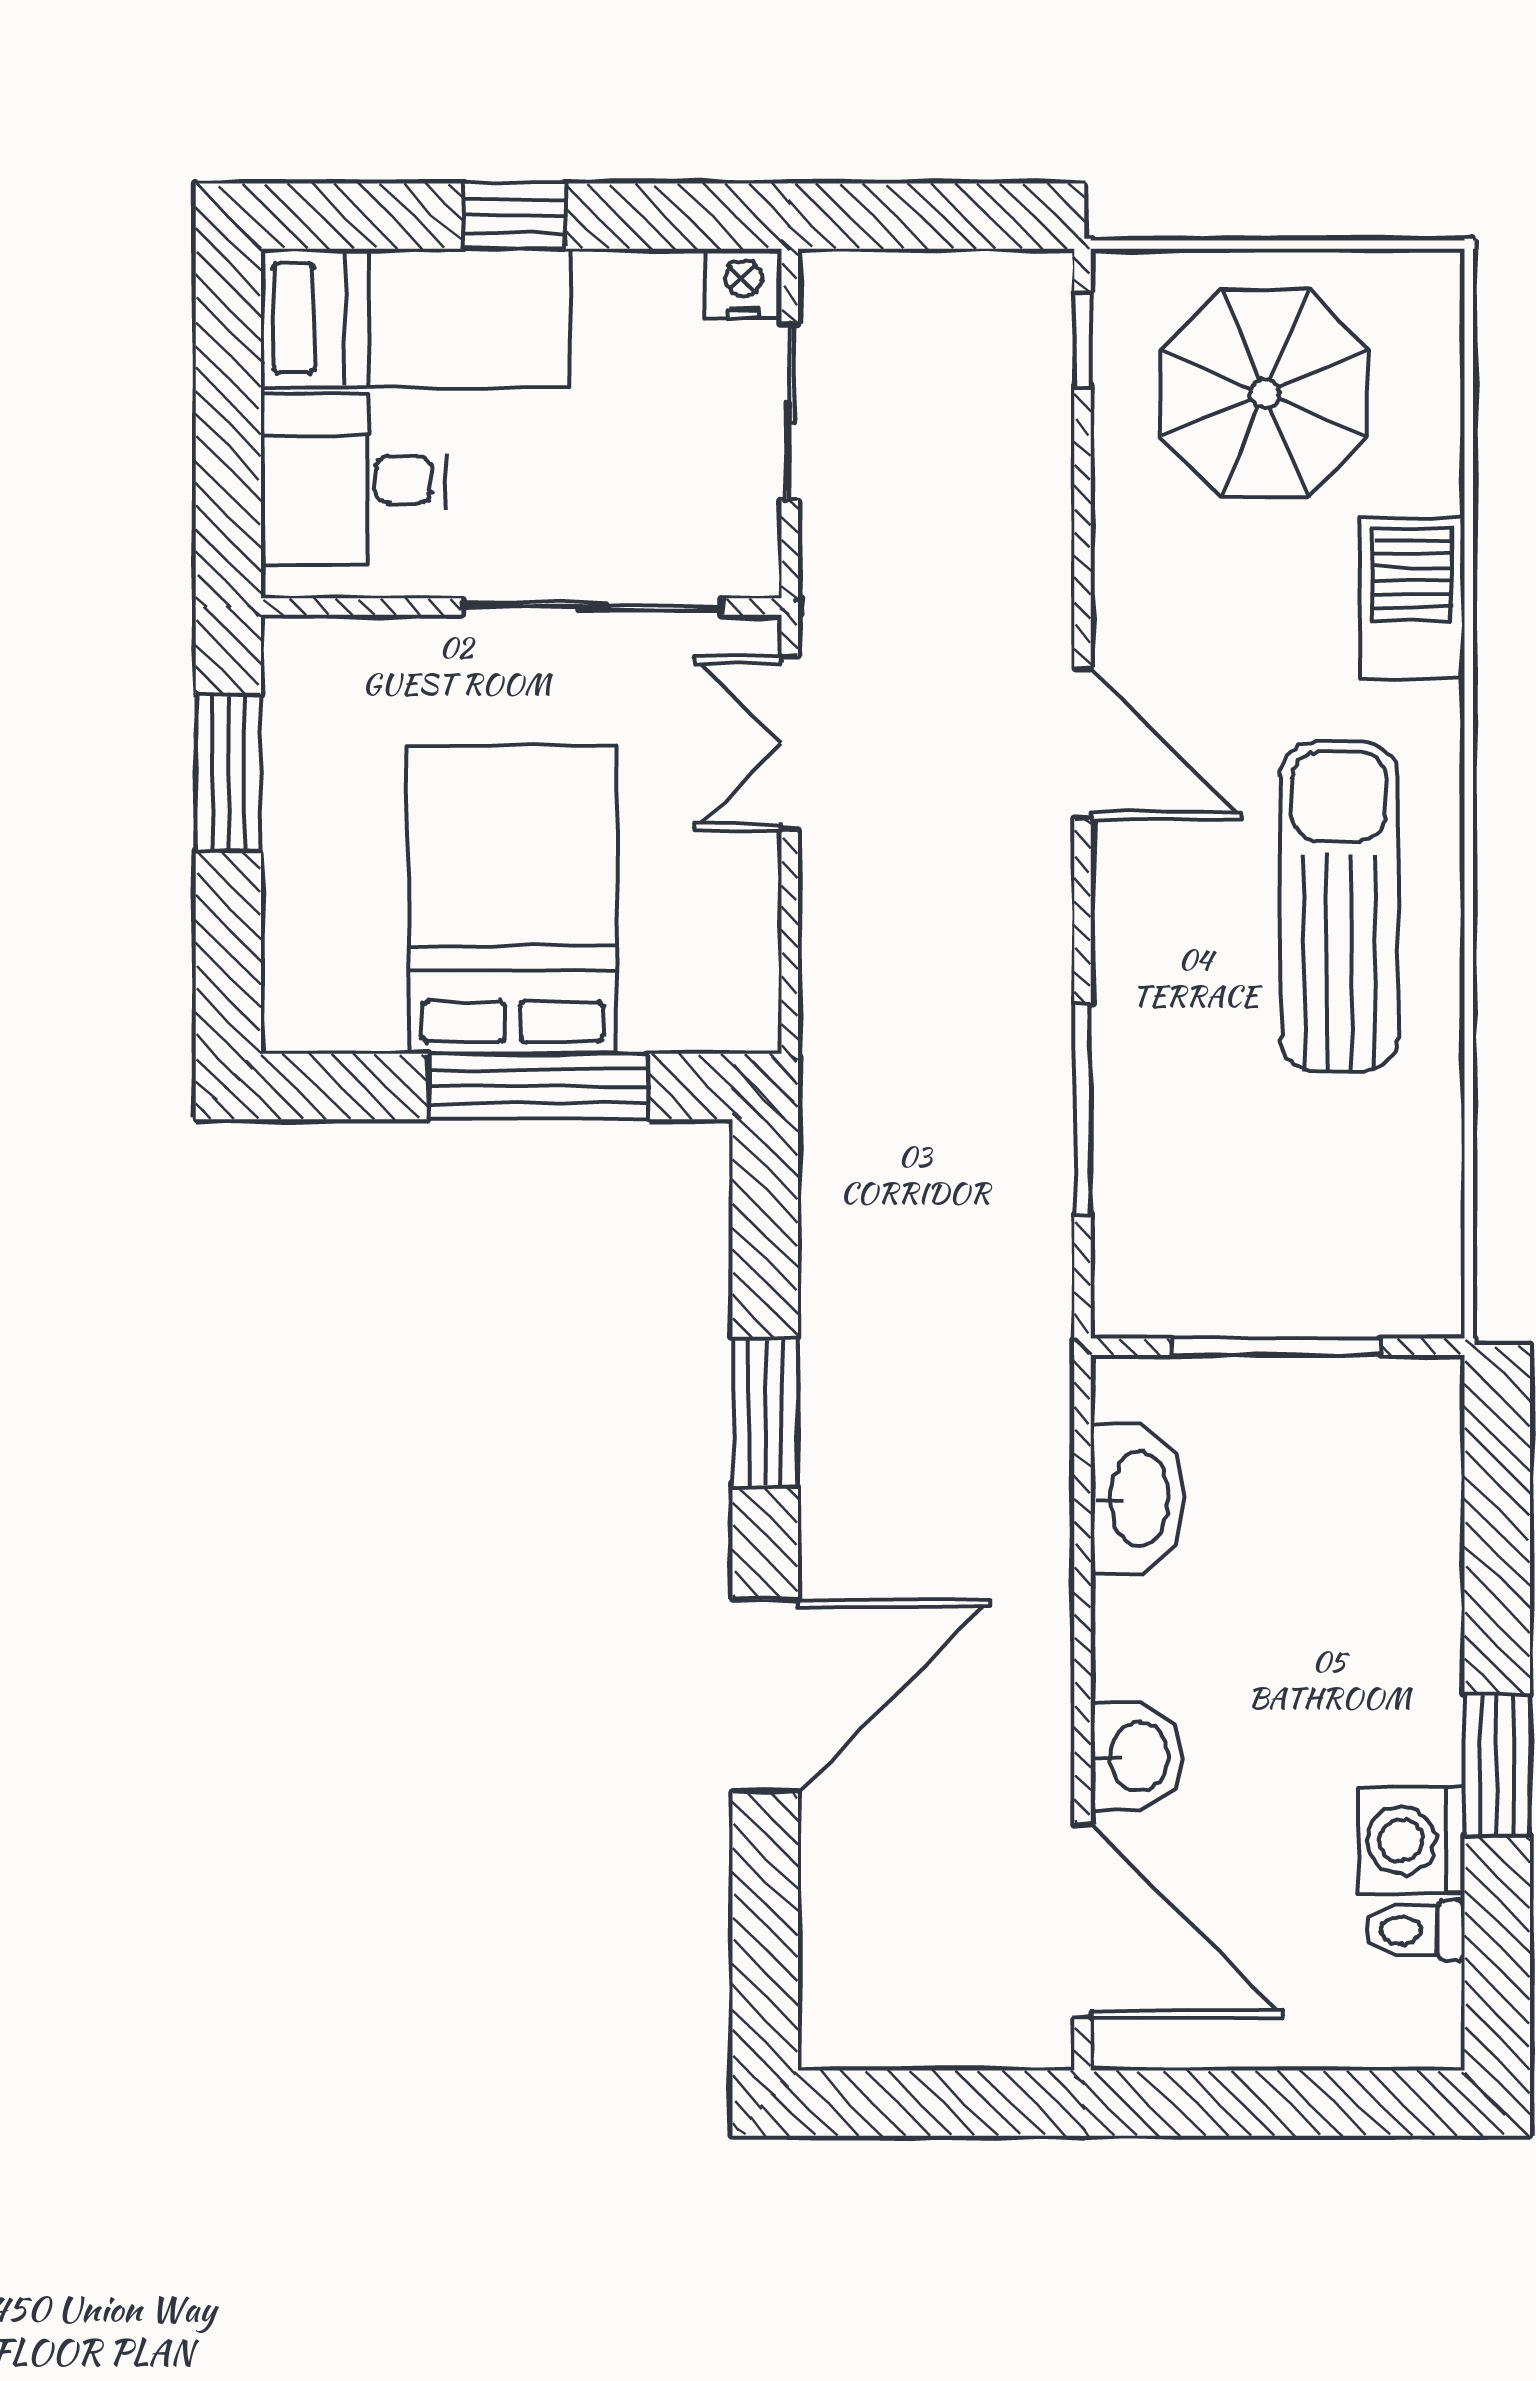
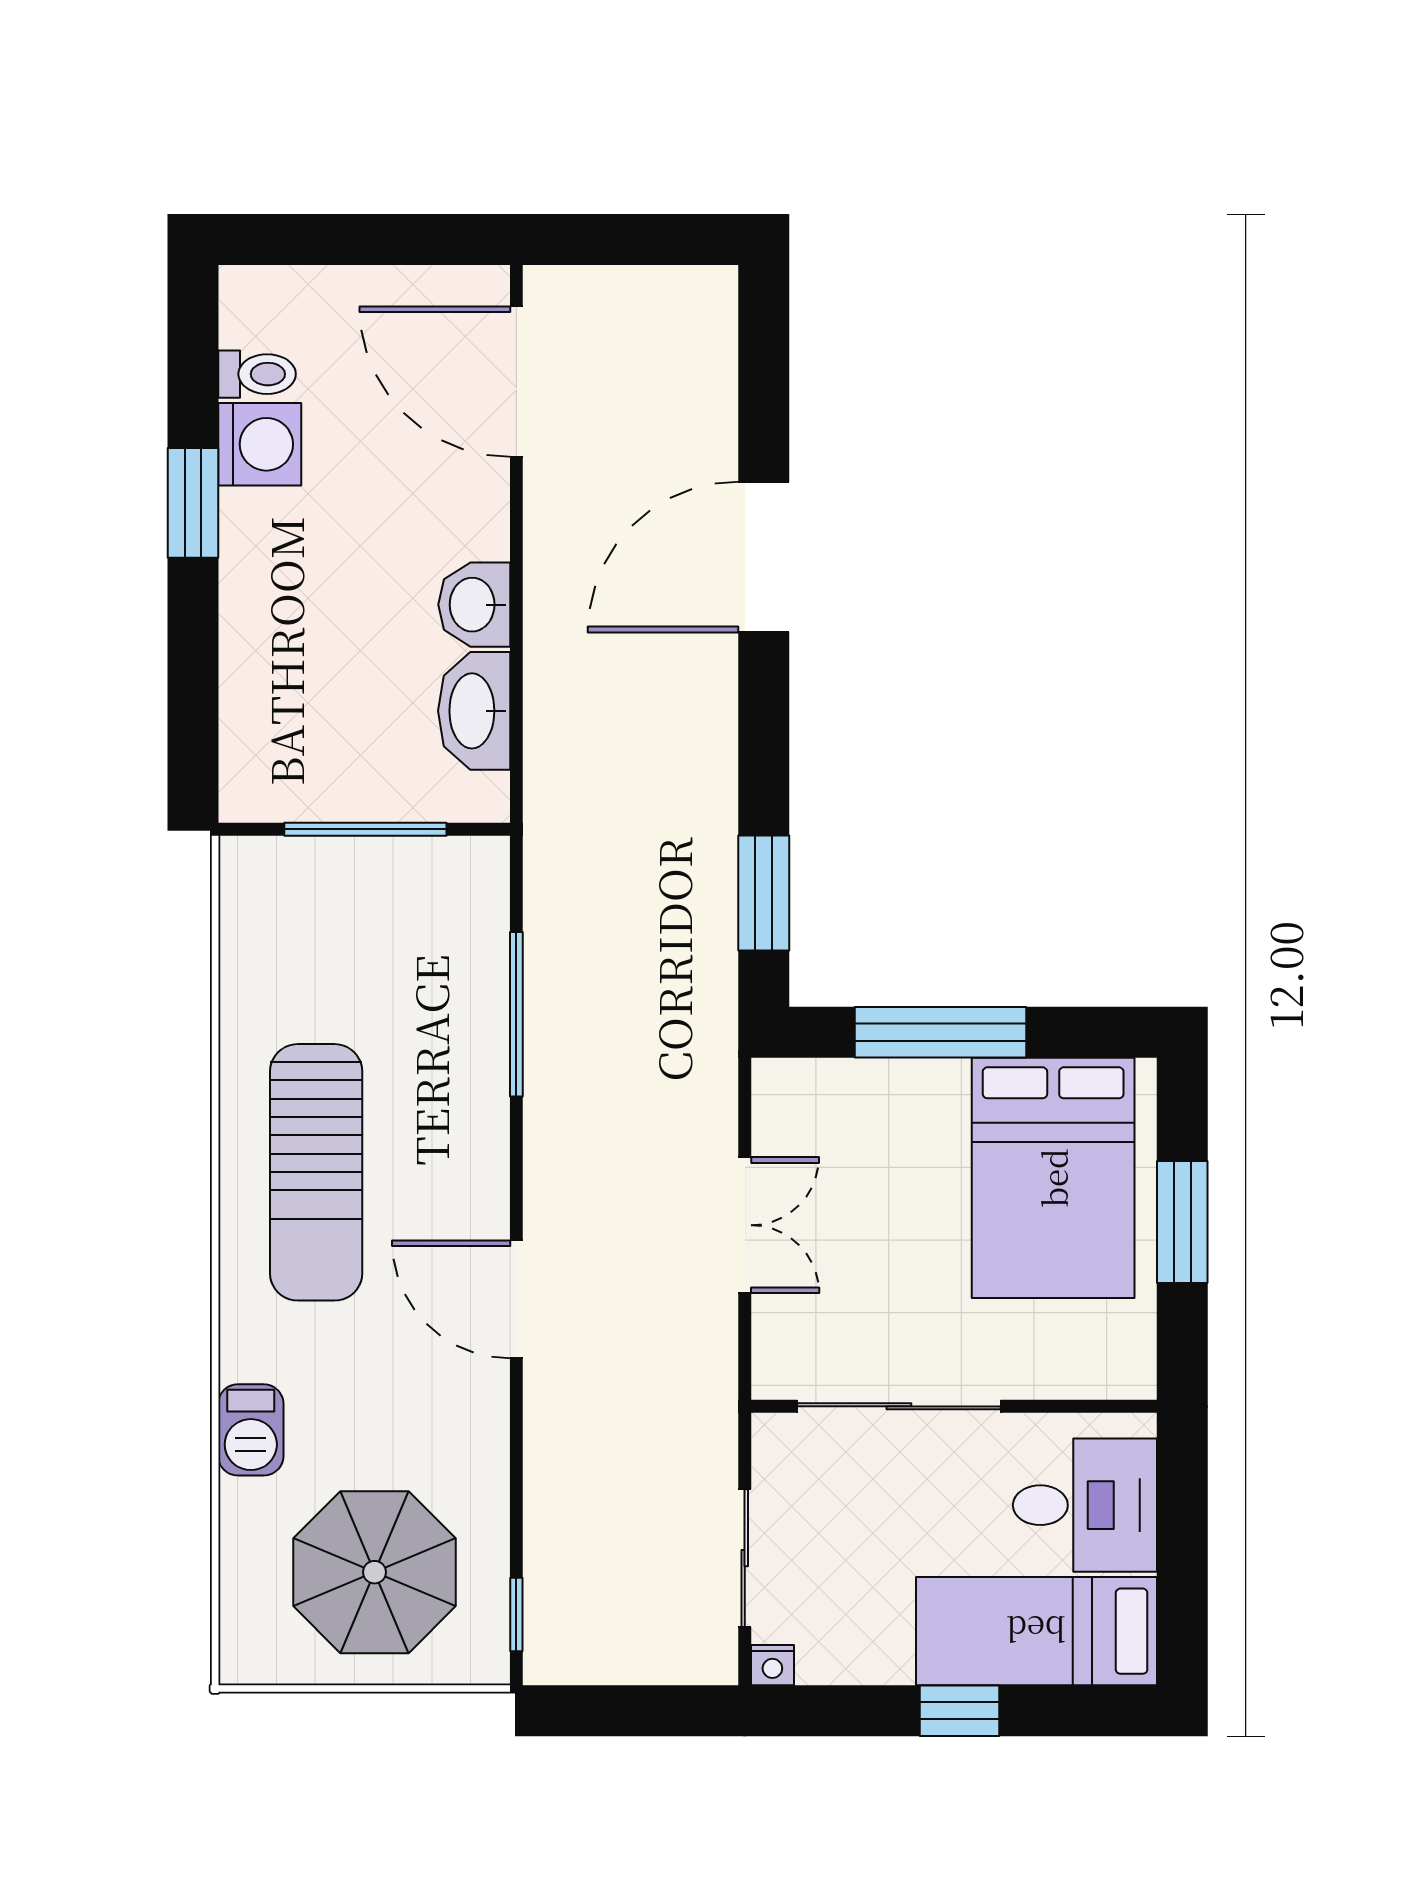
nightstand: (743, 284) -> (772, 1665), width x0.72, depth x0.74
barbecue: (1412, 598) -> (251, 1430), width x0.73, depth x0.79
double door: (790, 743) -> (745, 1225), moved
window: (228, 772) -> (1182, 1222), moved
bed: (513, 900) -> (1053, 1178), moved
window: (765, 1412) -> (764, 893), moved
washbasin: (1137, 1757) -> (474, 605), moved

